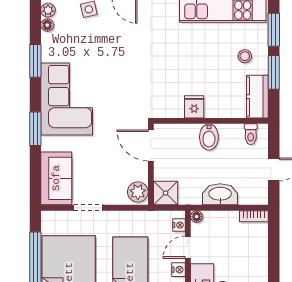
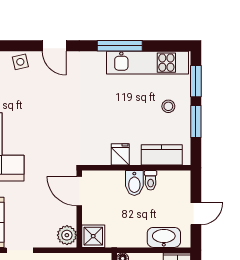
kitchen counter: (257, 97) -> (162, 155), moved, turned 90
toilet: (251, 134) -> (151, 180), moved
washbasin: (220, 194) -> (164, 237), moved

